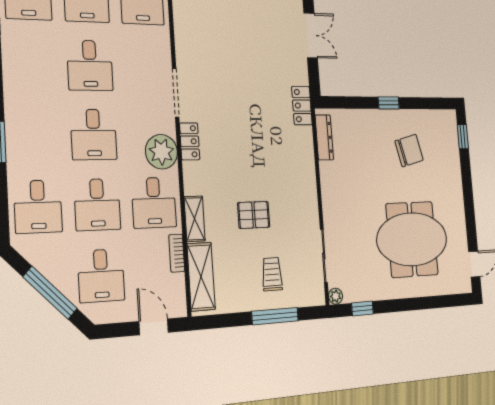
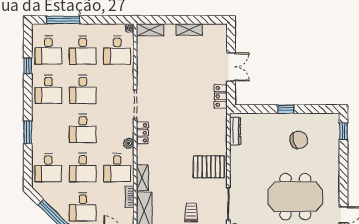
desk: (31, 64) -> (48, 89), added
locker: (302, 106) -> (221, 96), moved
plant: (161, 152) -> (129, 143), width x0.53, depth x0.53
pallet: (254, 215) -> (209, 167), moved, width x1.50, depth x1.42

